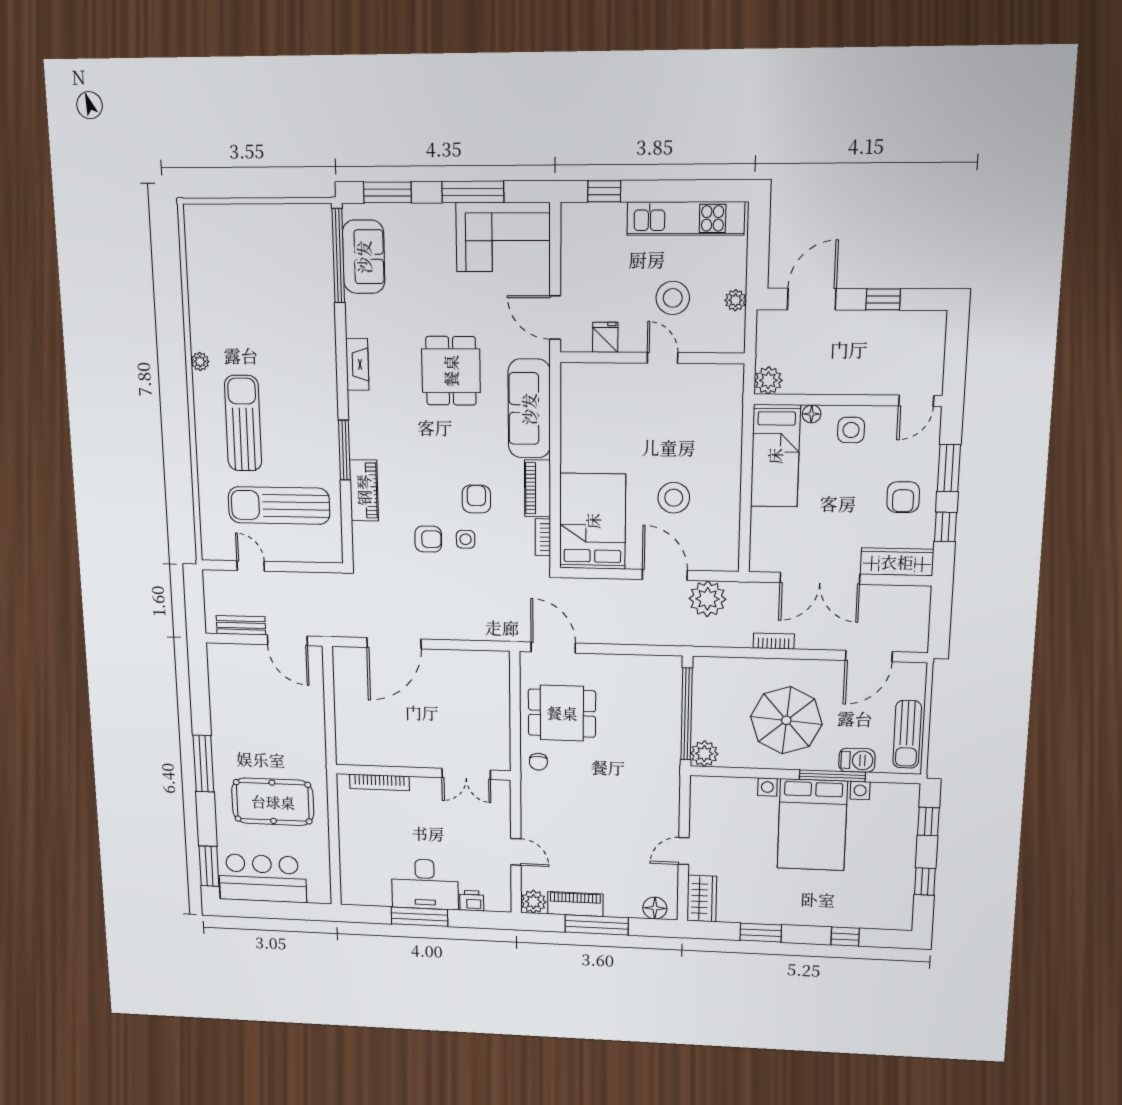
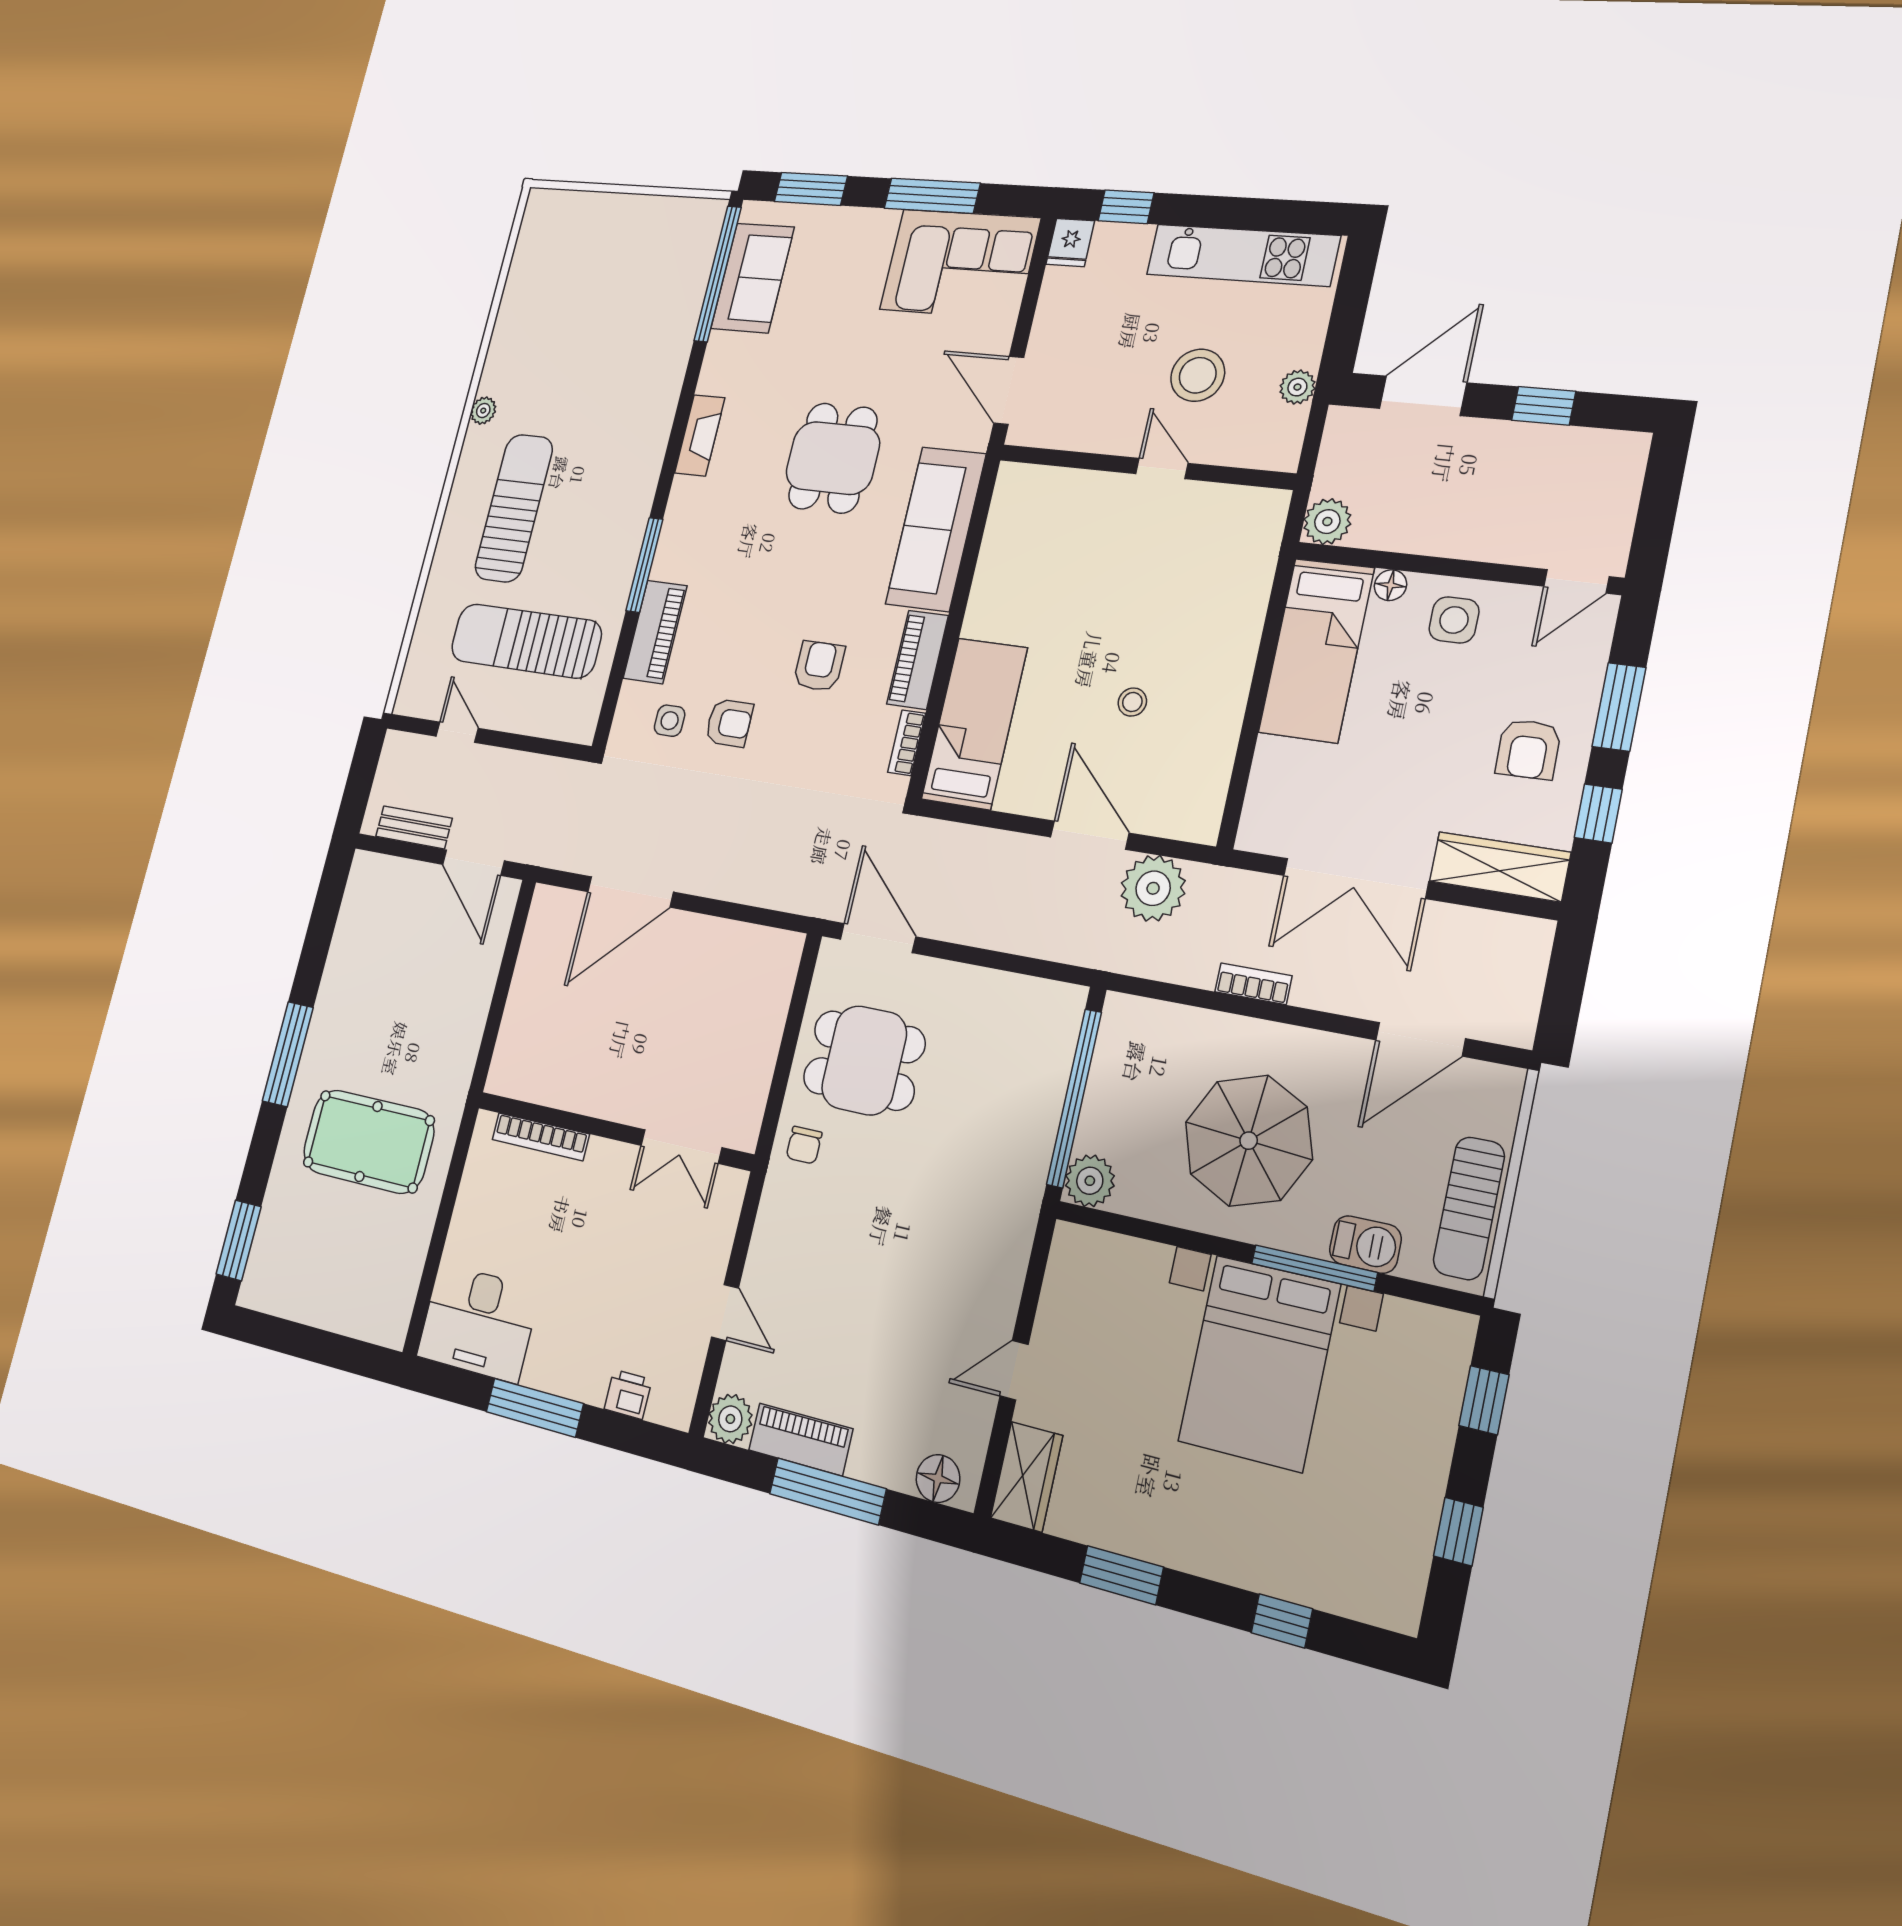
fridge: (605, 337) -> (1070, 243), moved, turned 180
stool: (674, 498) -> (1132, 702), width x0.53, depth x0.53
bed: (593, 521) -> (975, 723), width x0.67
side table: (466, 539) -> (670, 721), moved
bar counter: (263, 878) -> (311, 1280), removed
desk: (425, 884) -> (478, 1323), moved

